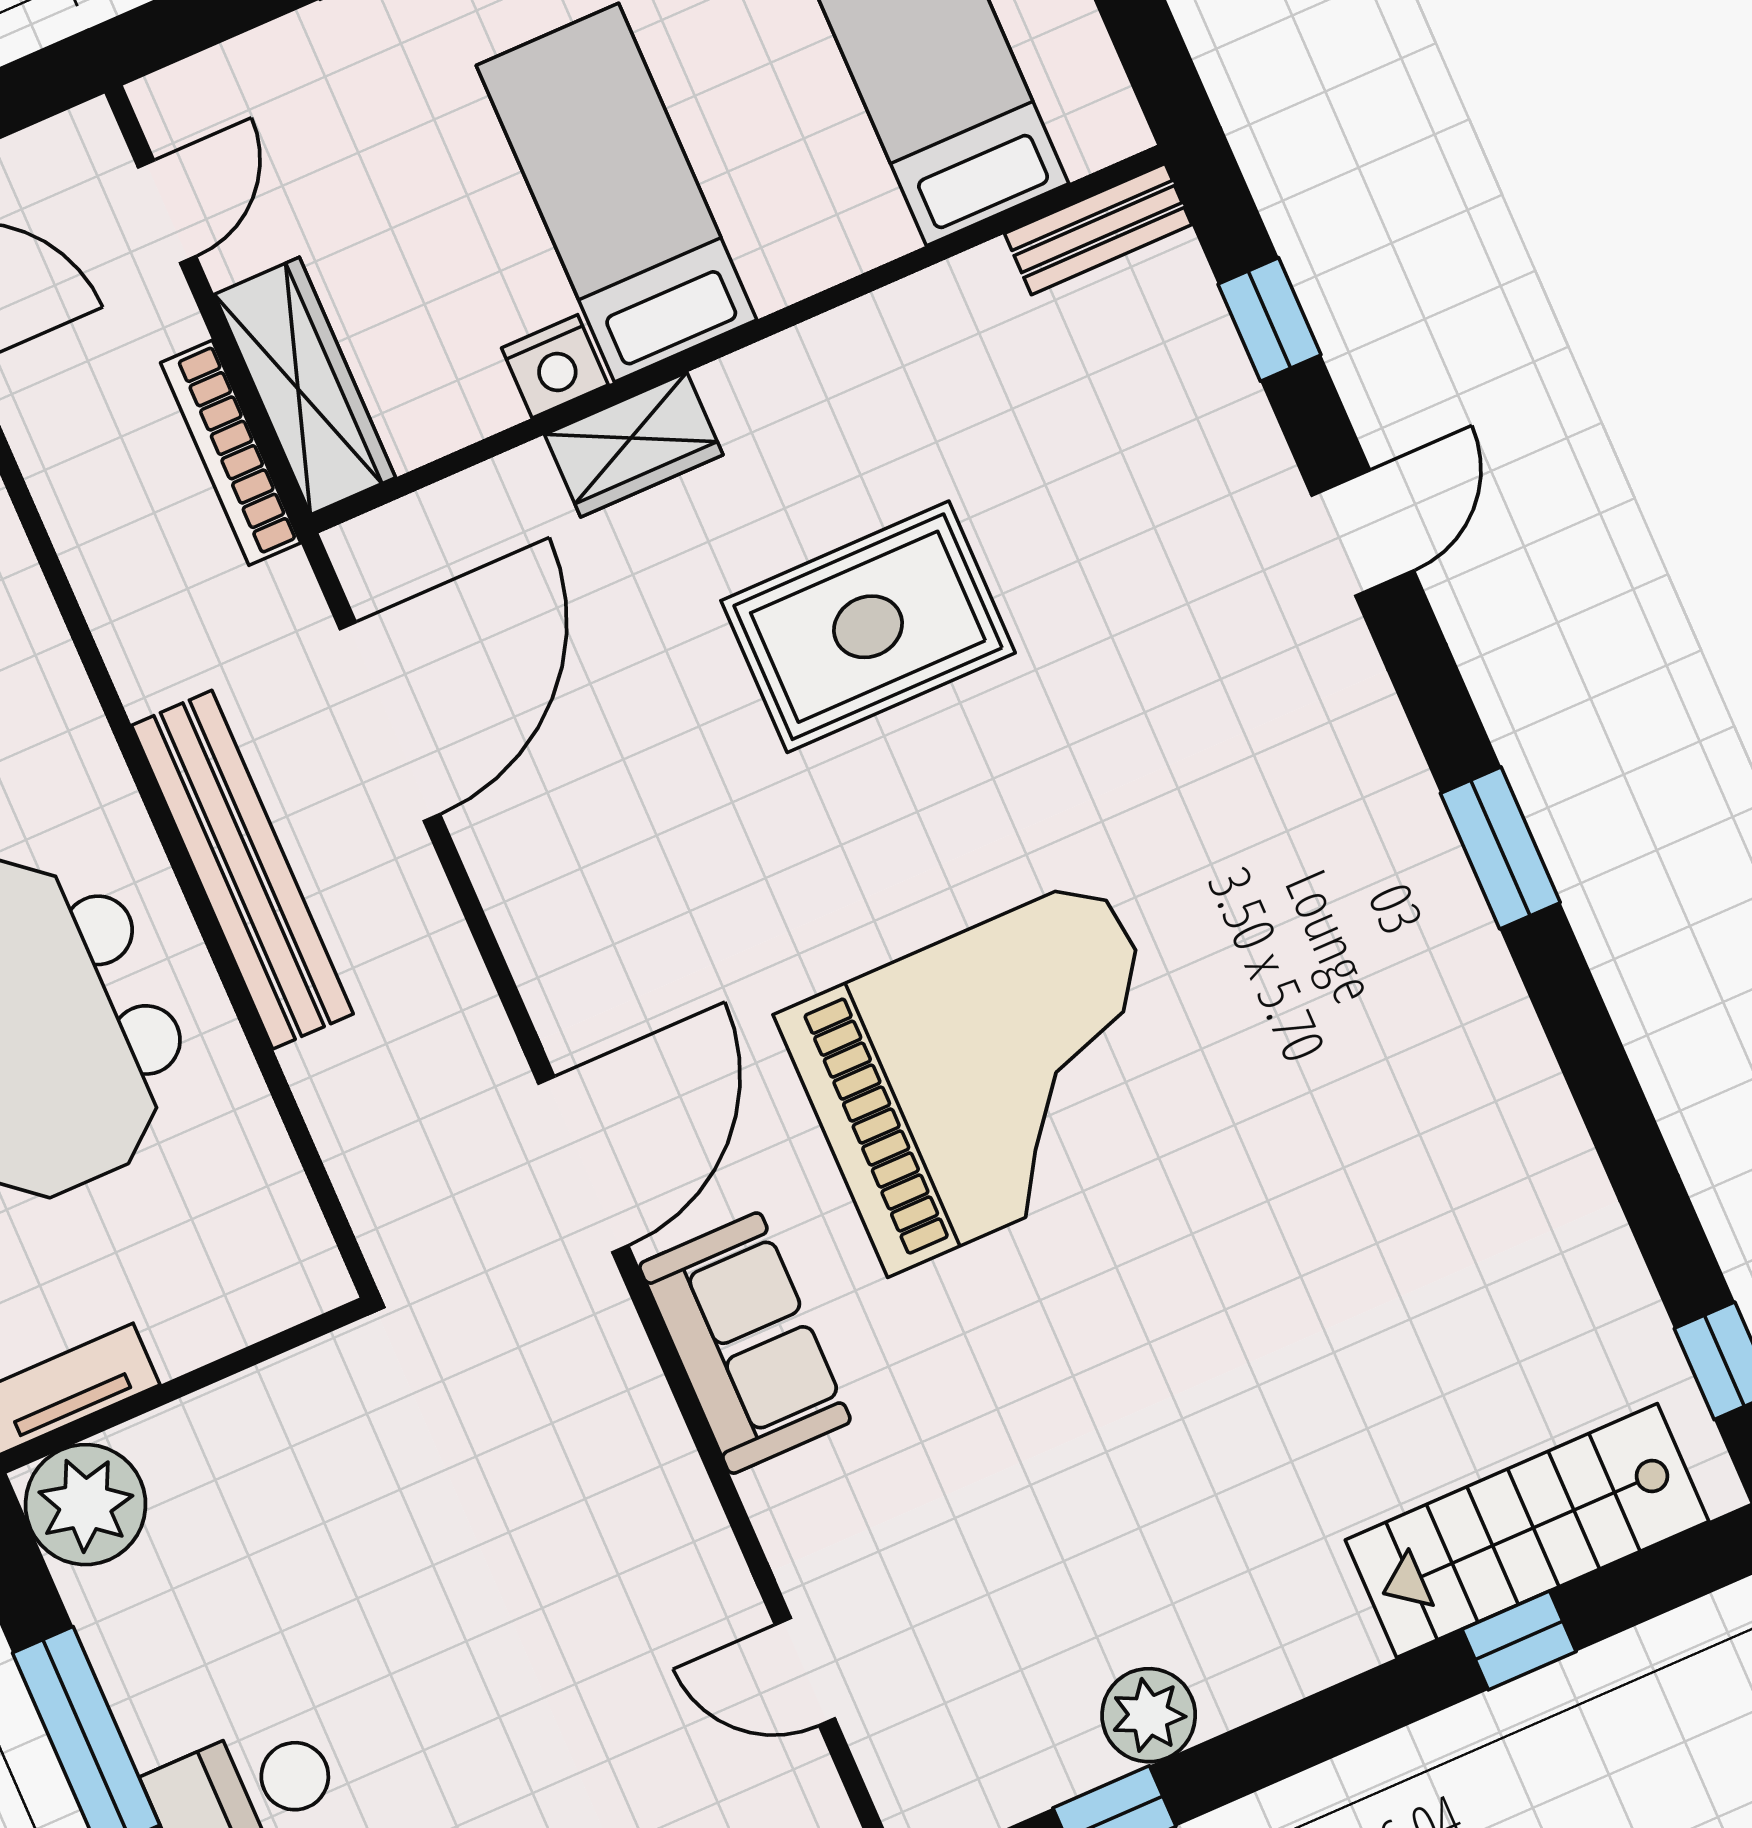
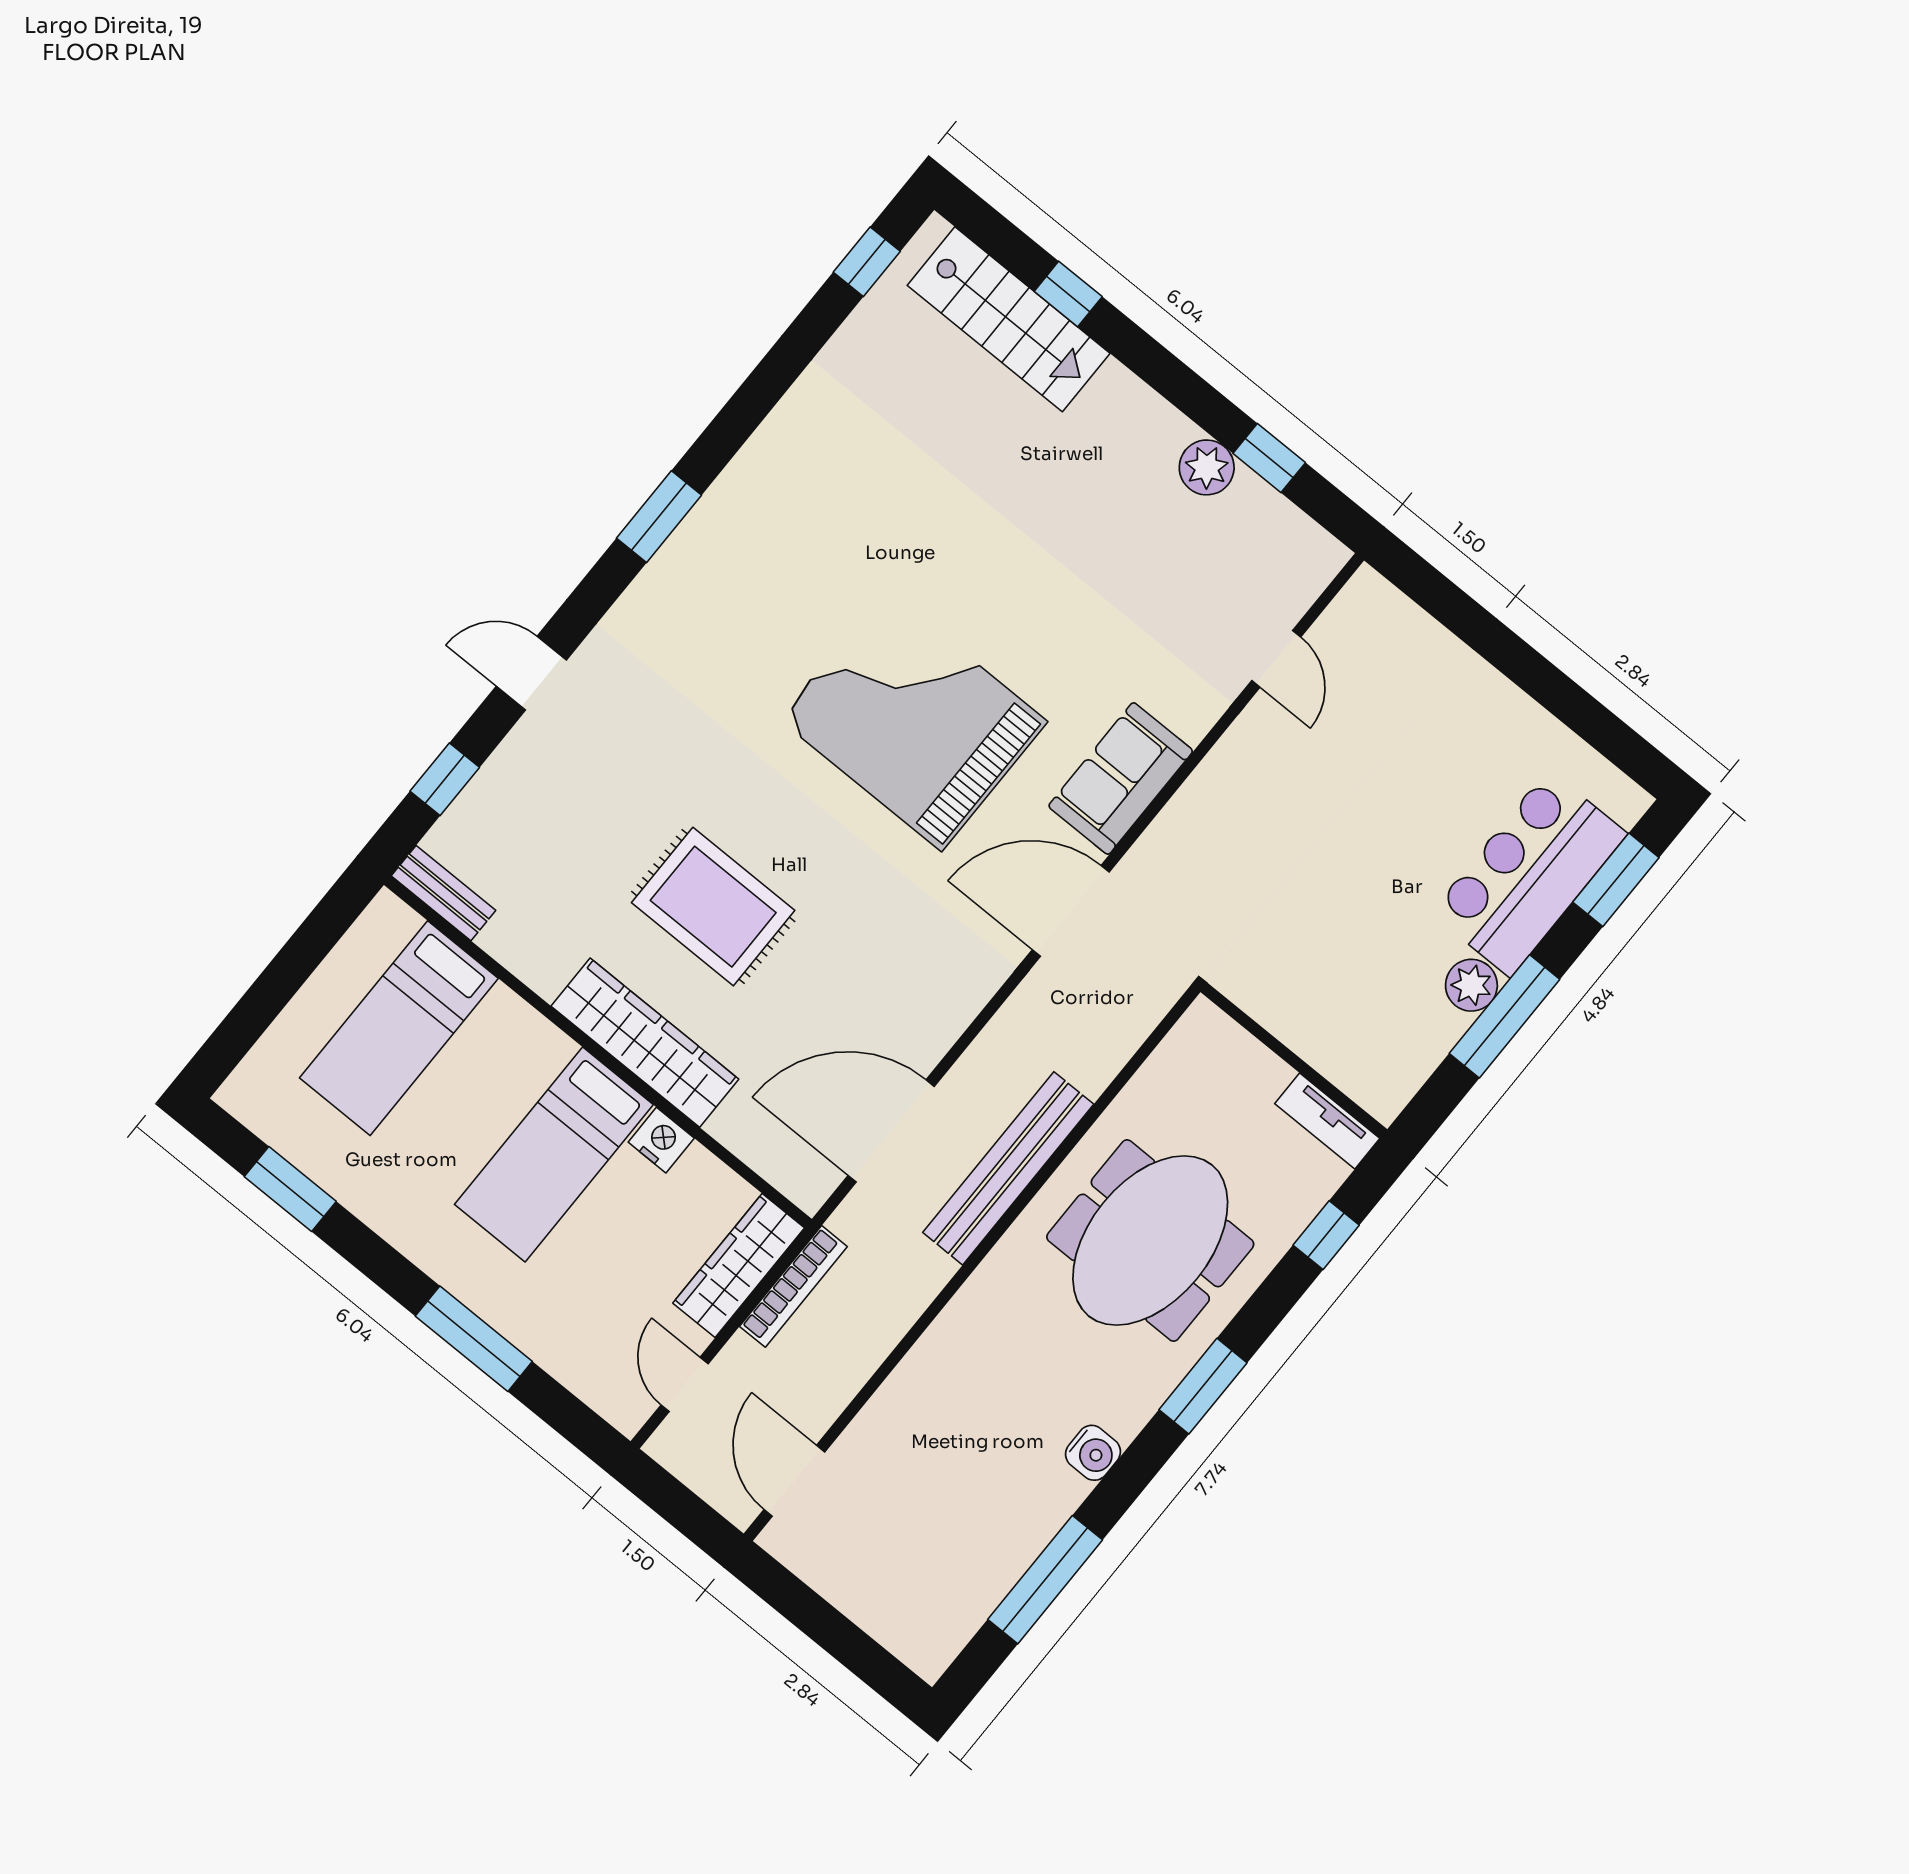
door: (167, 212) -> (685, 1384), hinge flipped
wardrobe: (634, 445) -> (645, 1043), width x2.10, depth x1.17
plant: (86, 1505) -> (1471, 985), moved, width x0.73, depth x0.73

